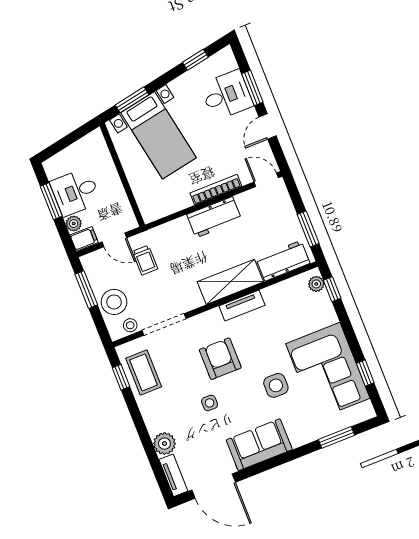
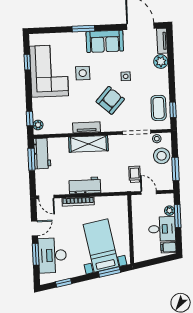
desk: (227, 95) -> (52, 255), width x1.37
window: (51, 201) -> (178, 216), moved
filing cabinet: (84, 239) -> (168, 247), moved
workbench: (283, 261) -> (42, 153), moved, turned -90
armchair: (220, 359) -> (110, 100), turned -138
window: (337, 437) -> (83, 29), moved

